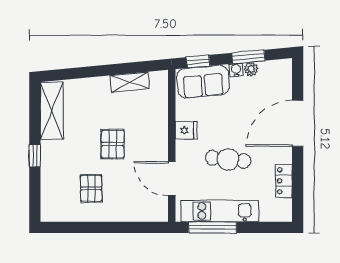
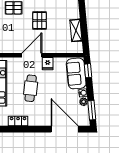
window: (249, 57) -> (92, 110), moved
door: (298, 123) -> (65, 129), moved
pallet: (113, 144) -> (40, 20), turned 90
door: (172, 179) -> (32, 55), moved

